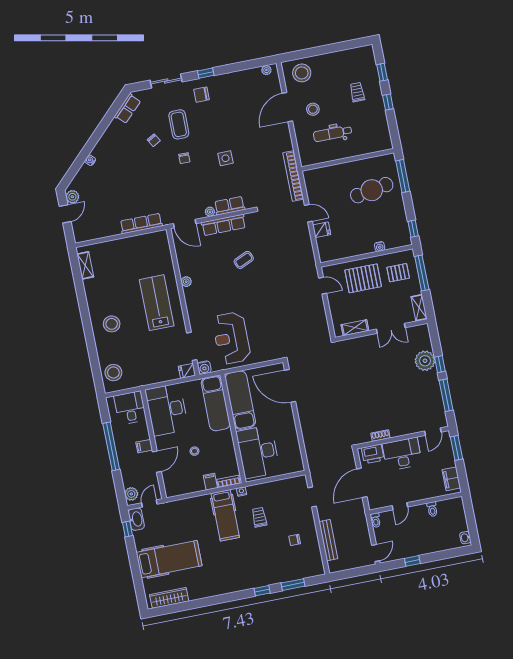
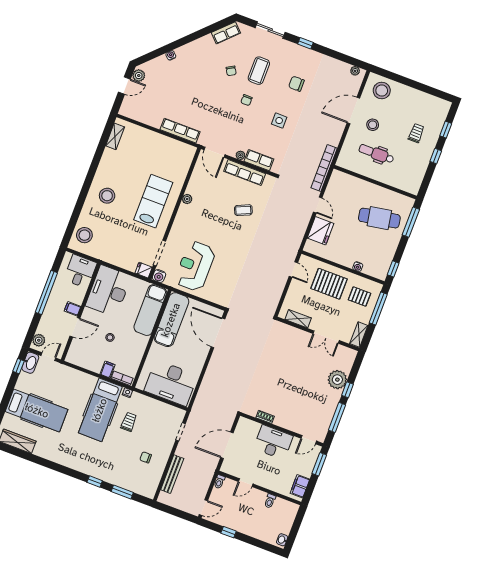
chair: (202, 95) -> (296, 84), moved
fridge: (322, 230) -> (320, 231), width x1.88, depth x1.34
desk: (258, 452) -> (171, 383), moved, turned -90
printer: (373, 454) -> (250, 428), removed
hospital bed: (225, 515) -> (100, 410), width x1.37, depth x1.29

